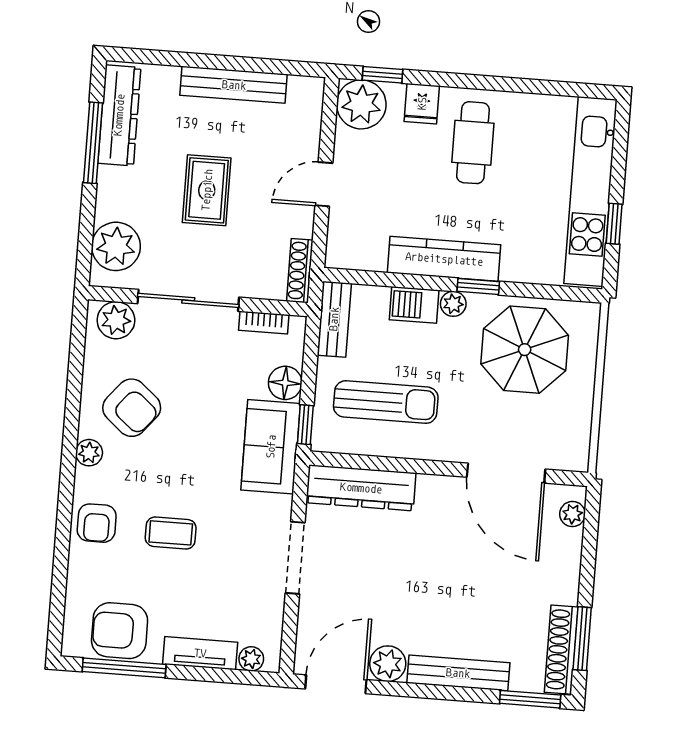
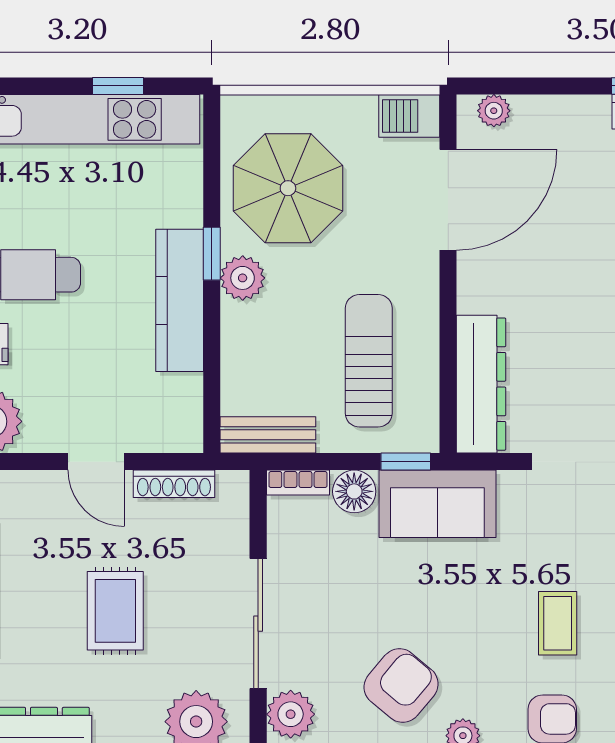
rug: (207, 190) -> (115, 611), turned 90
shoe rack: (300, 271) -> (174, 484), moved
plant: (453, 304) -> (243, 278), width x1.38, depth x1.38
barbecue: (414, 305) -> (409, 116), moved, turned 90
bookcase: (264, 323) -> (298, 483), moved, turned 90

